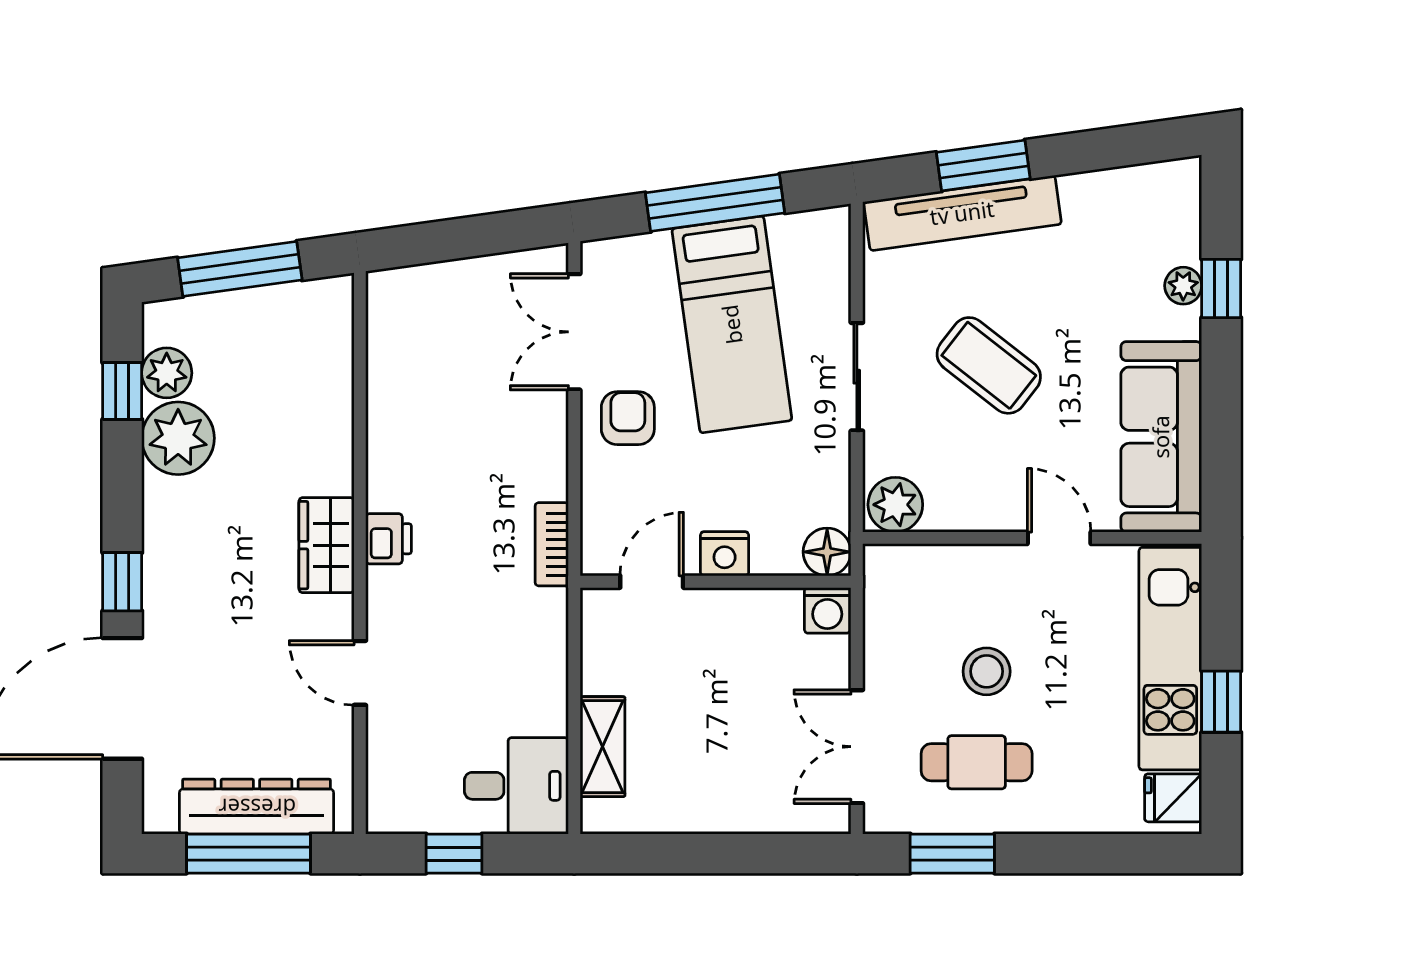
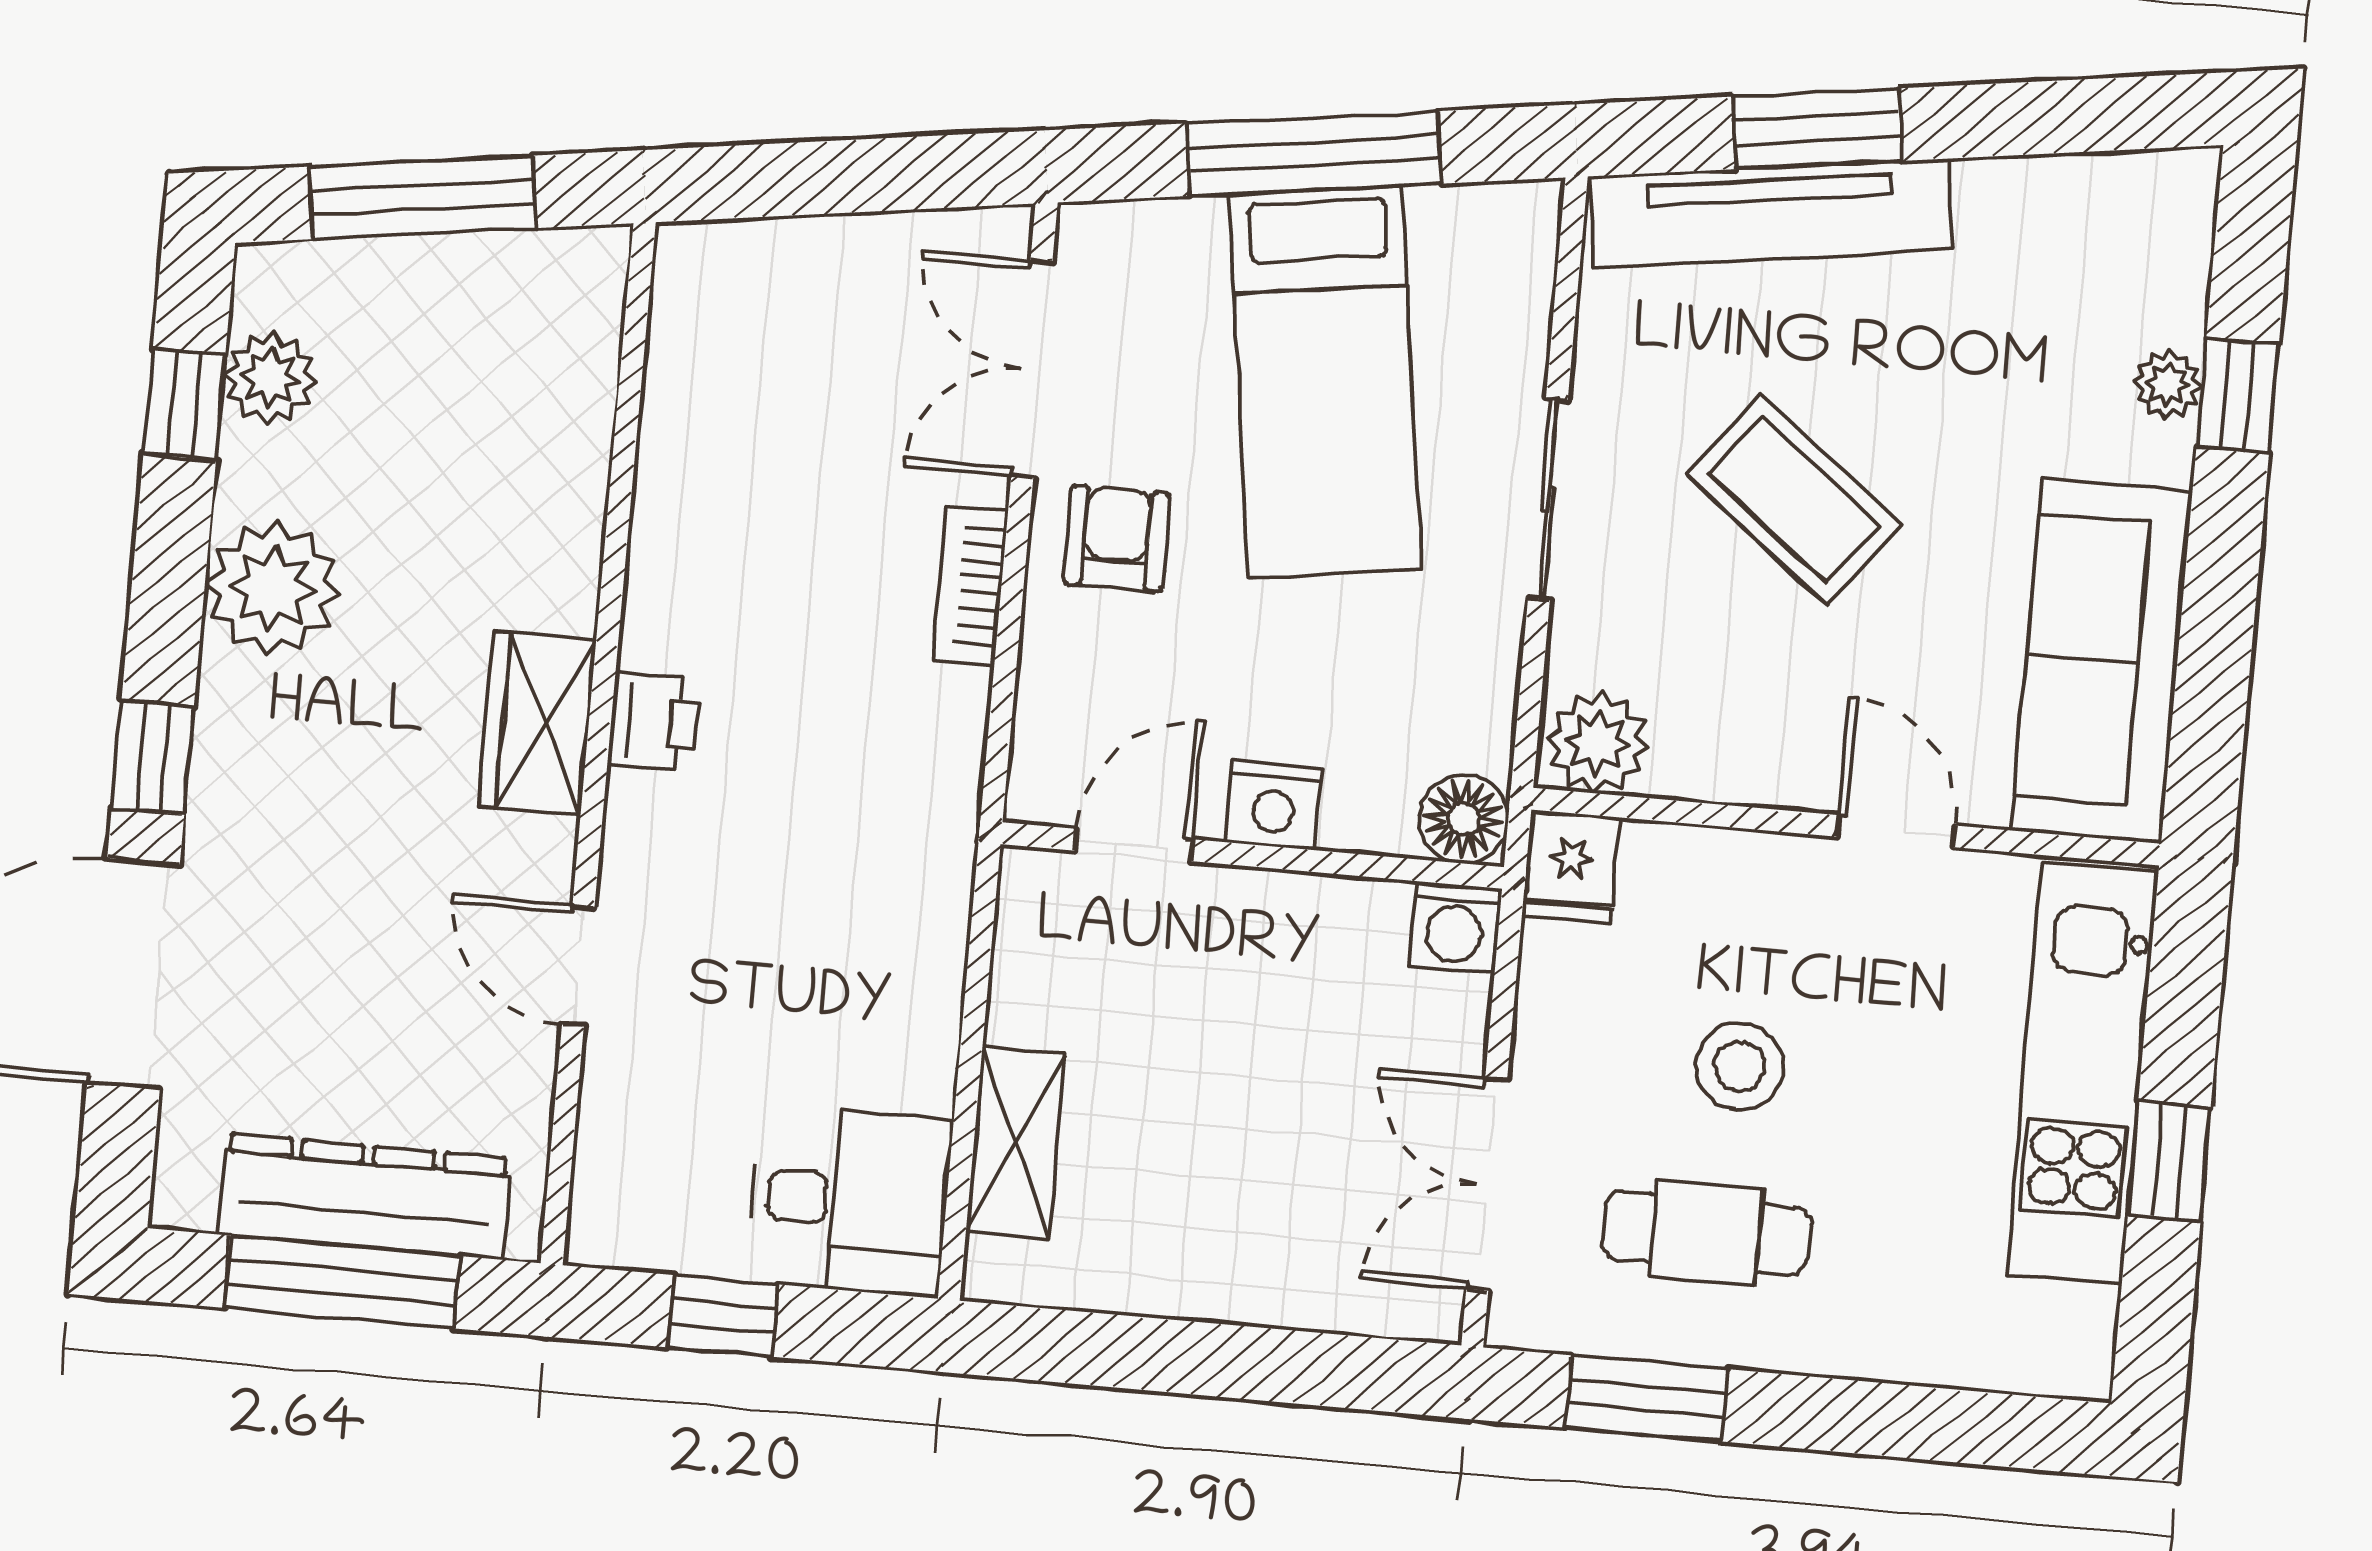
plant: (178, 438) -> (272, 588), moved
bookcase: (552, 544) -> (970, 585), moved
fridge: (1173, 798) -> (1571, 866), moved, turned -90

